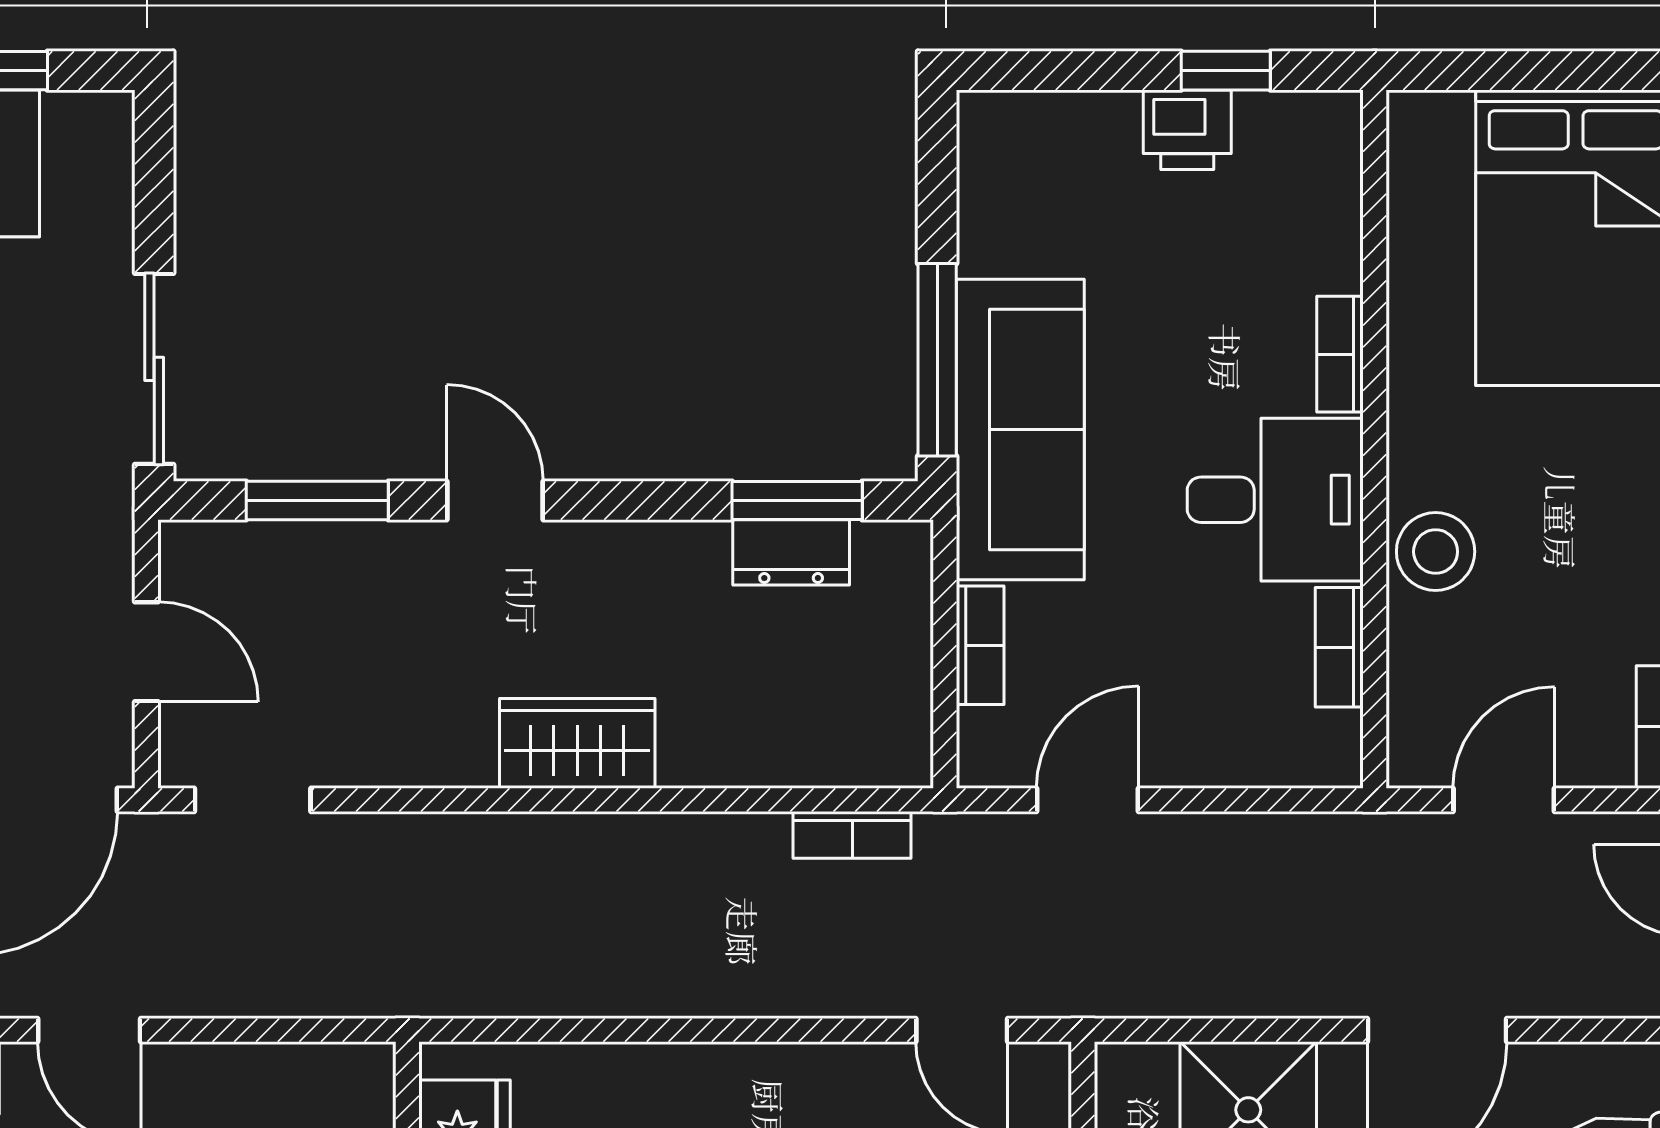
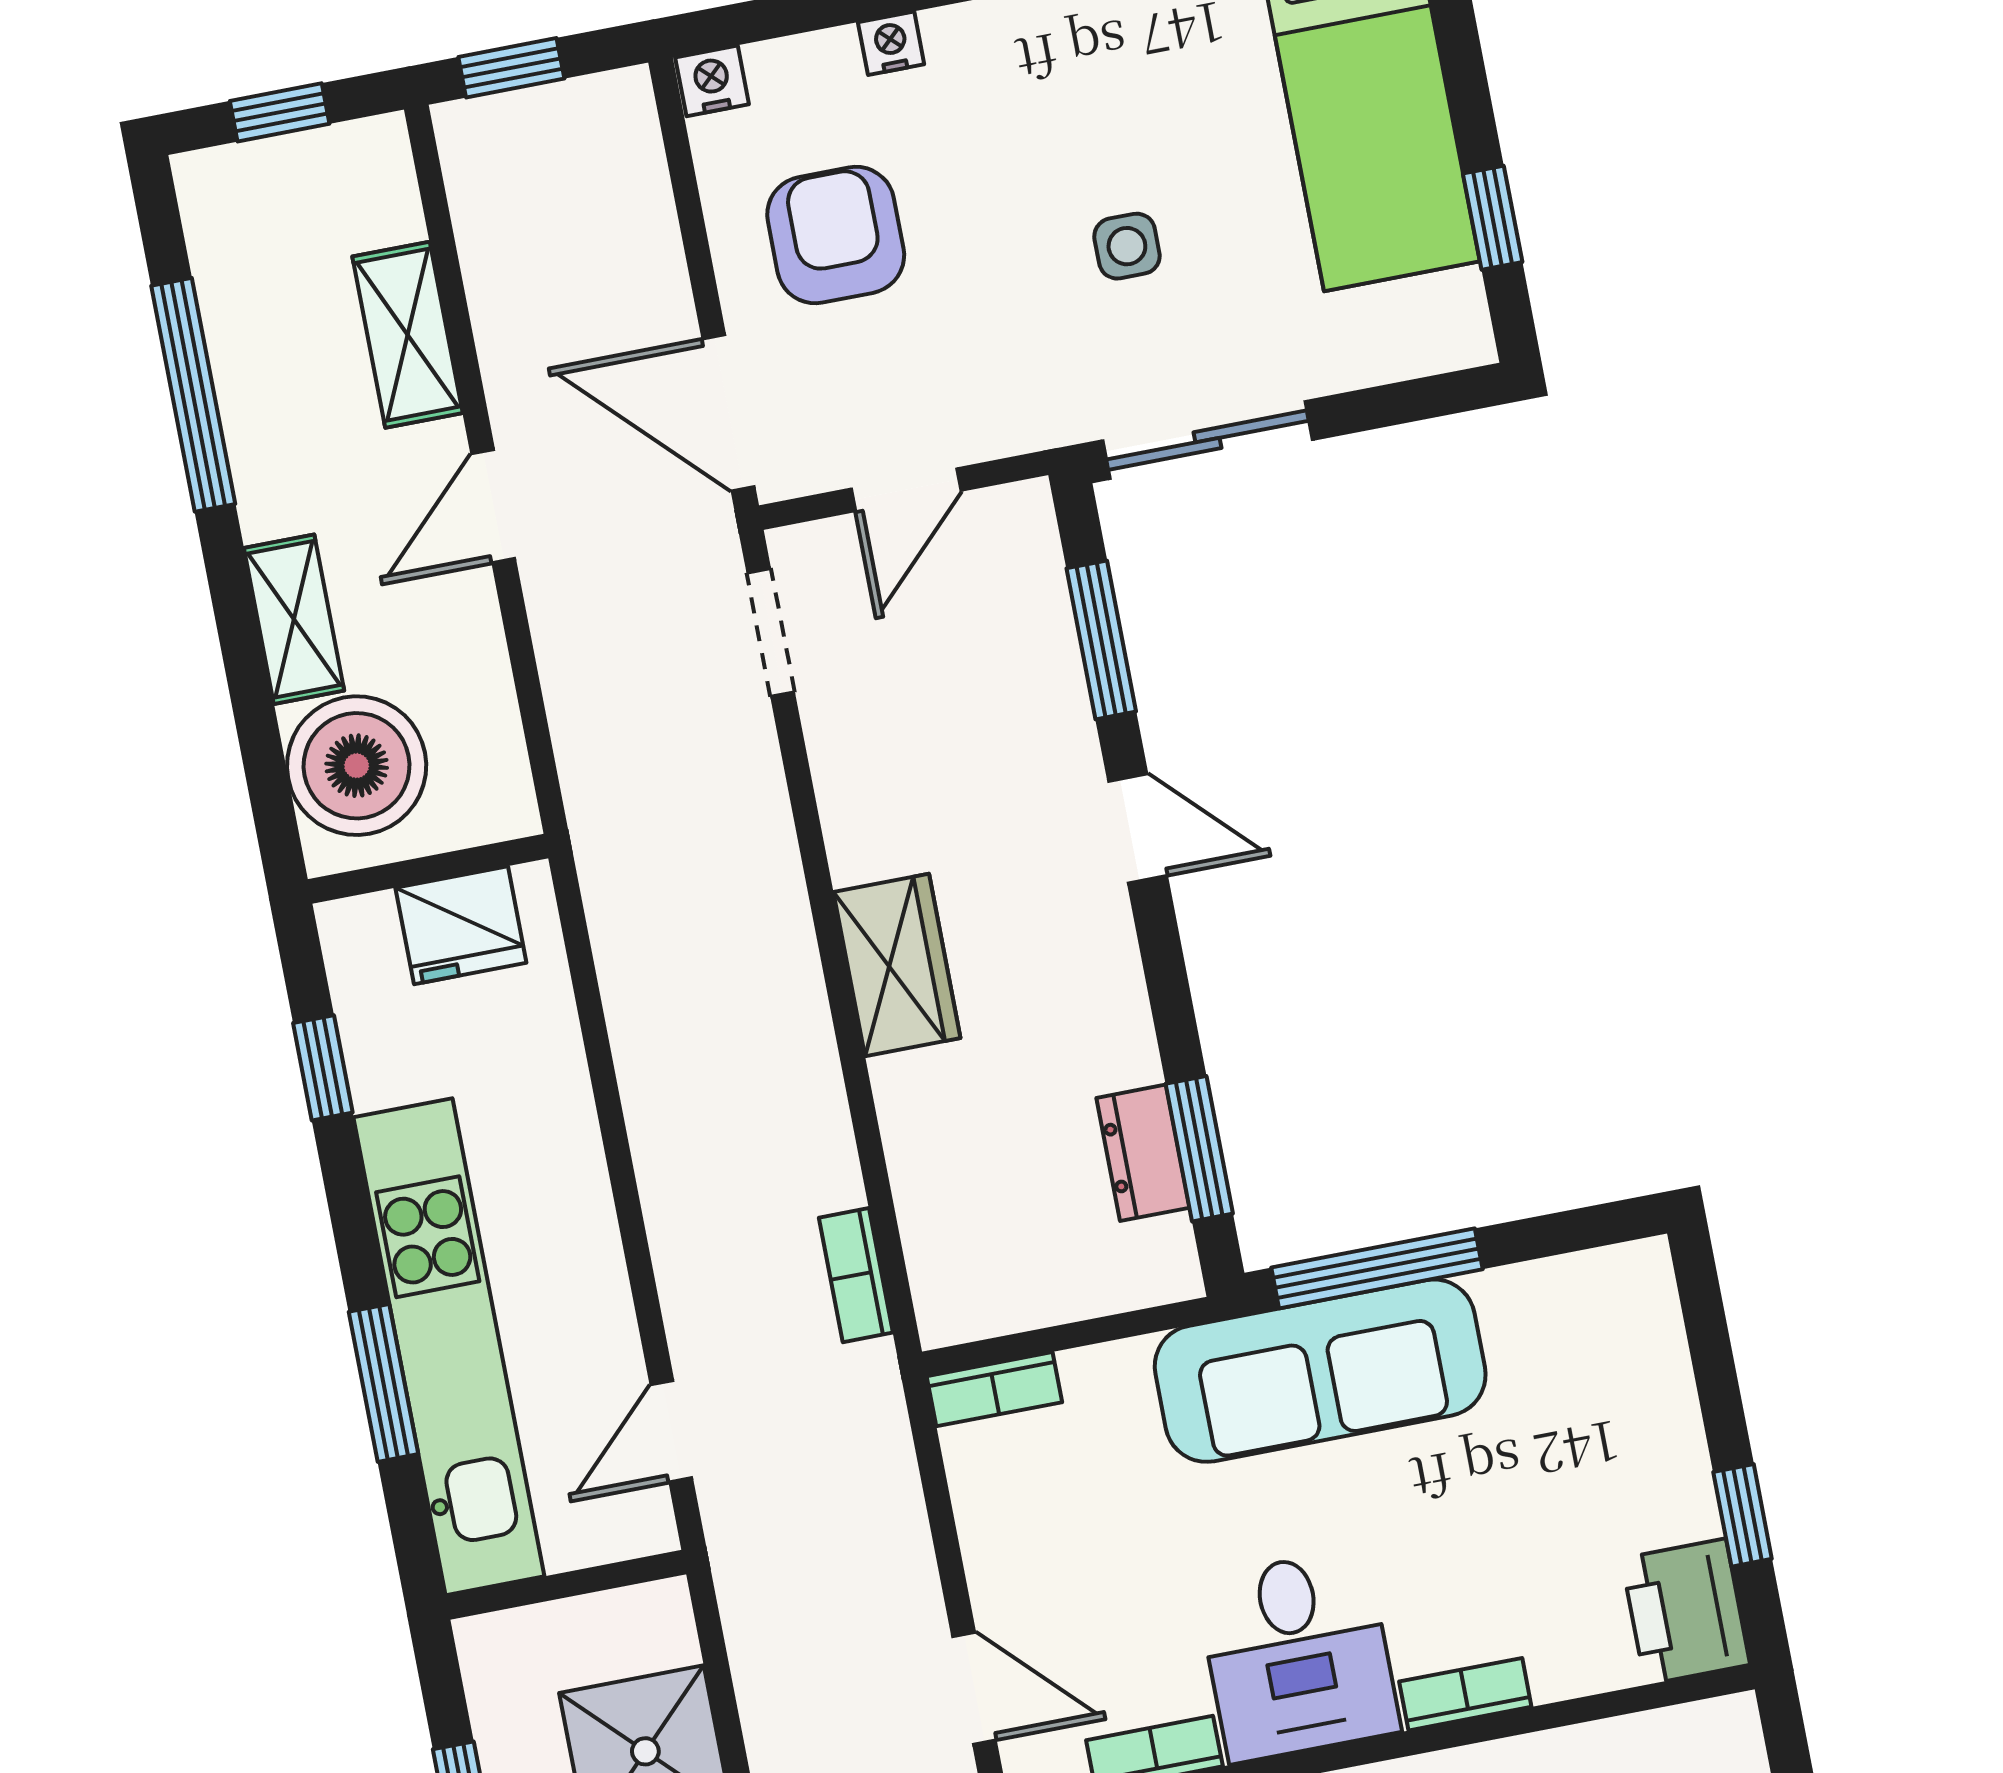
printer: (1187, 130) -> (1686, 1612), moved, width x1.36, depth x1.24
door: (495, 501) -> (1138, 828), hinge flipped
bookcase: (980, 645) -> (994, 1389), moved
door: (1087, 800) -> (974, 1688), moved

